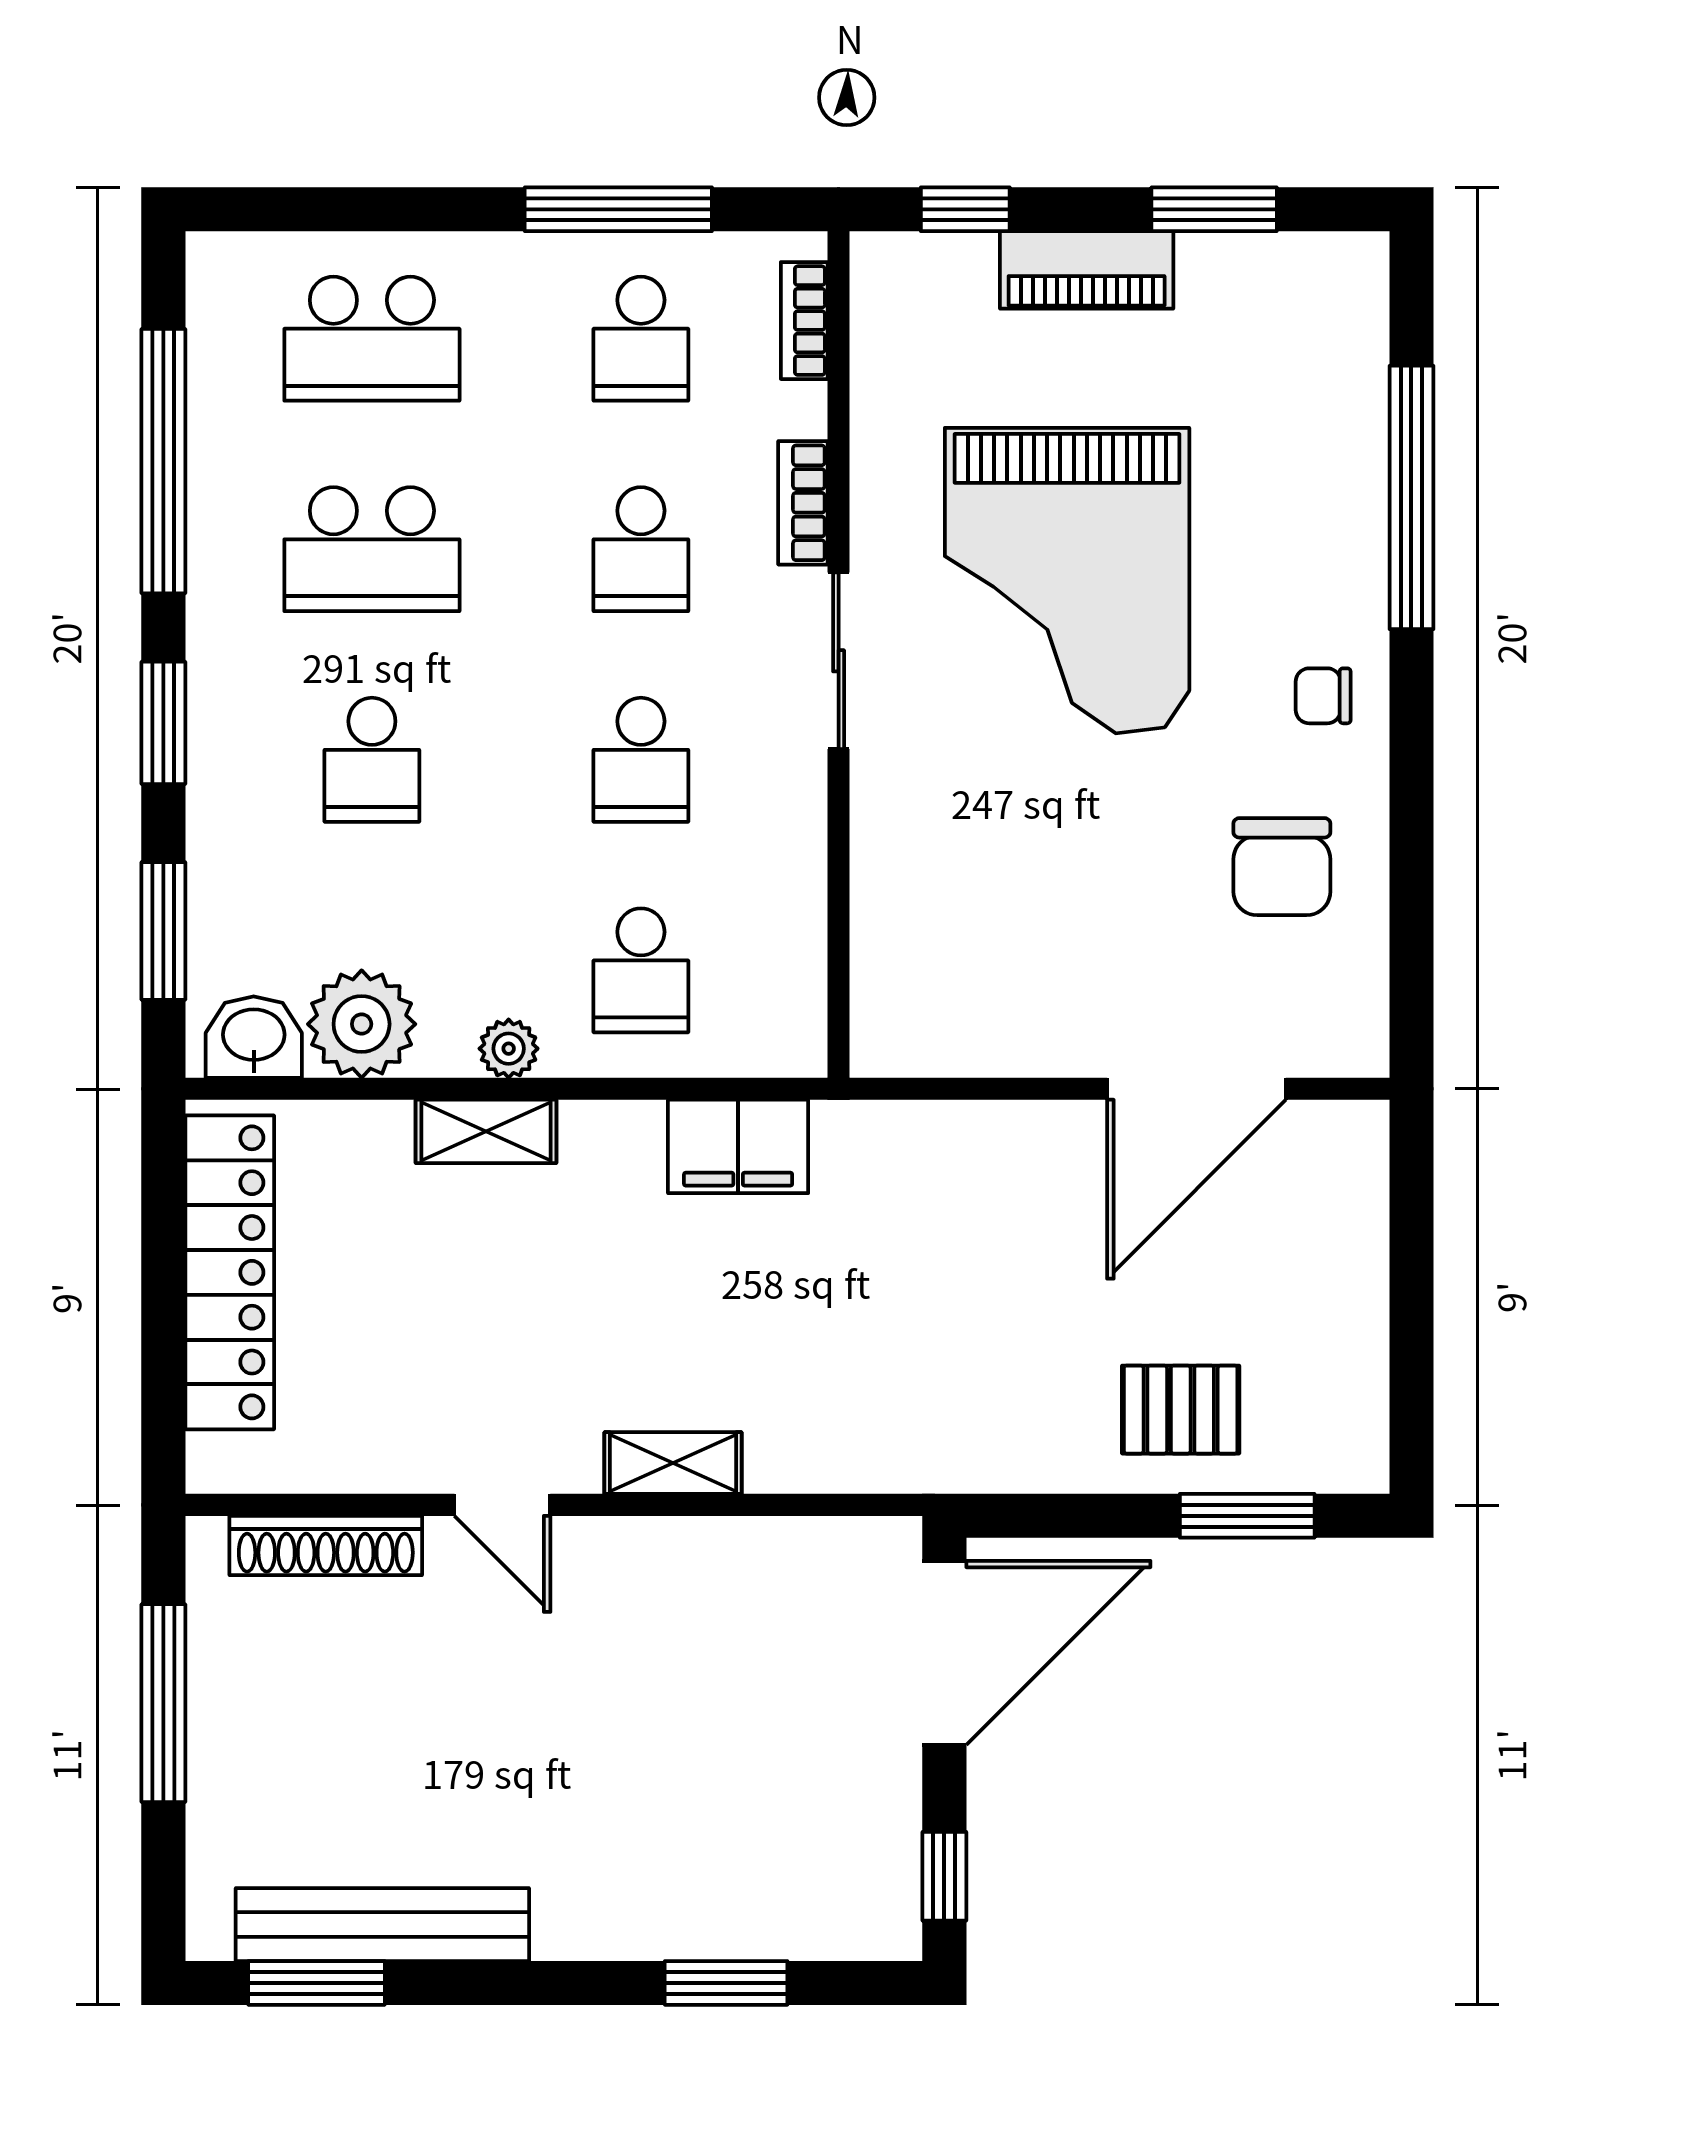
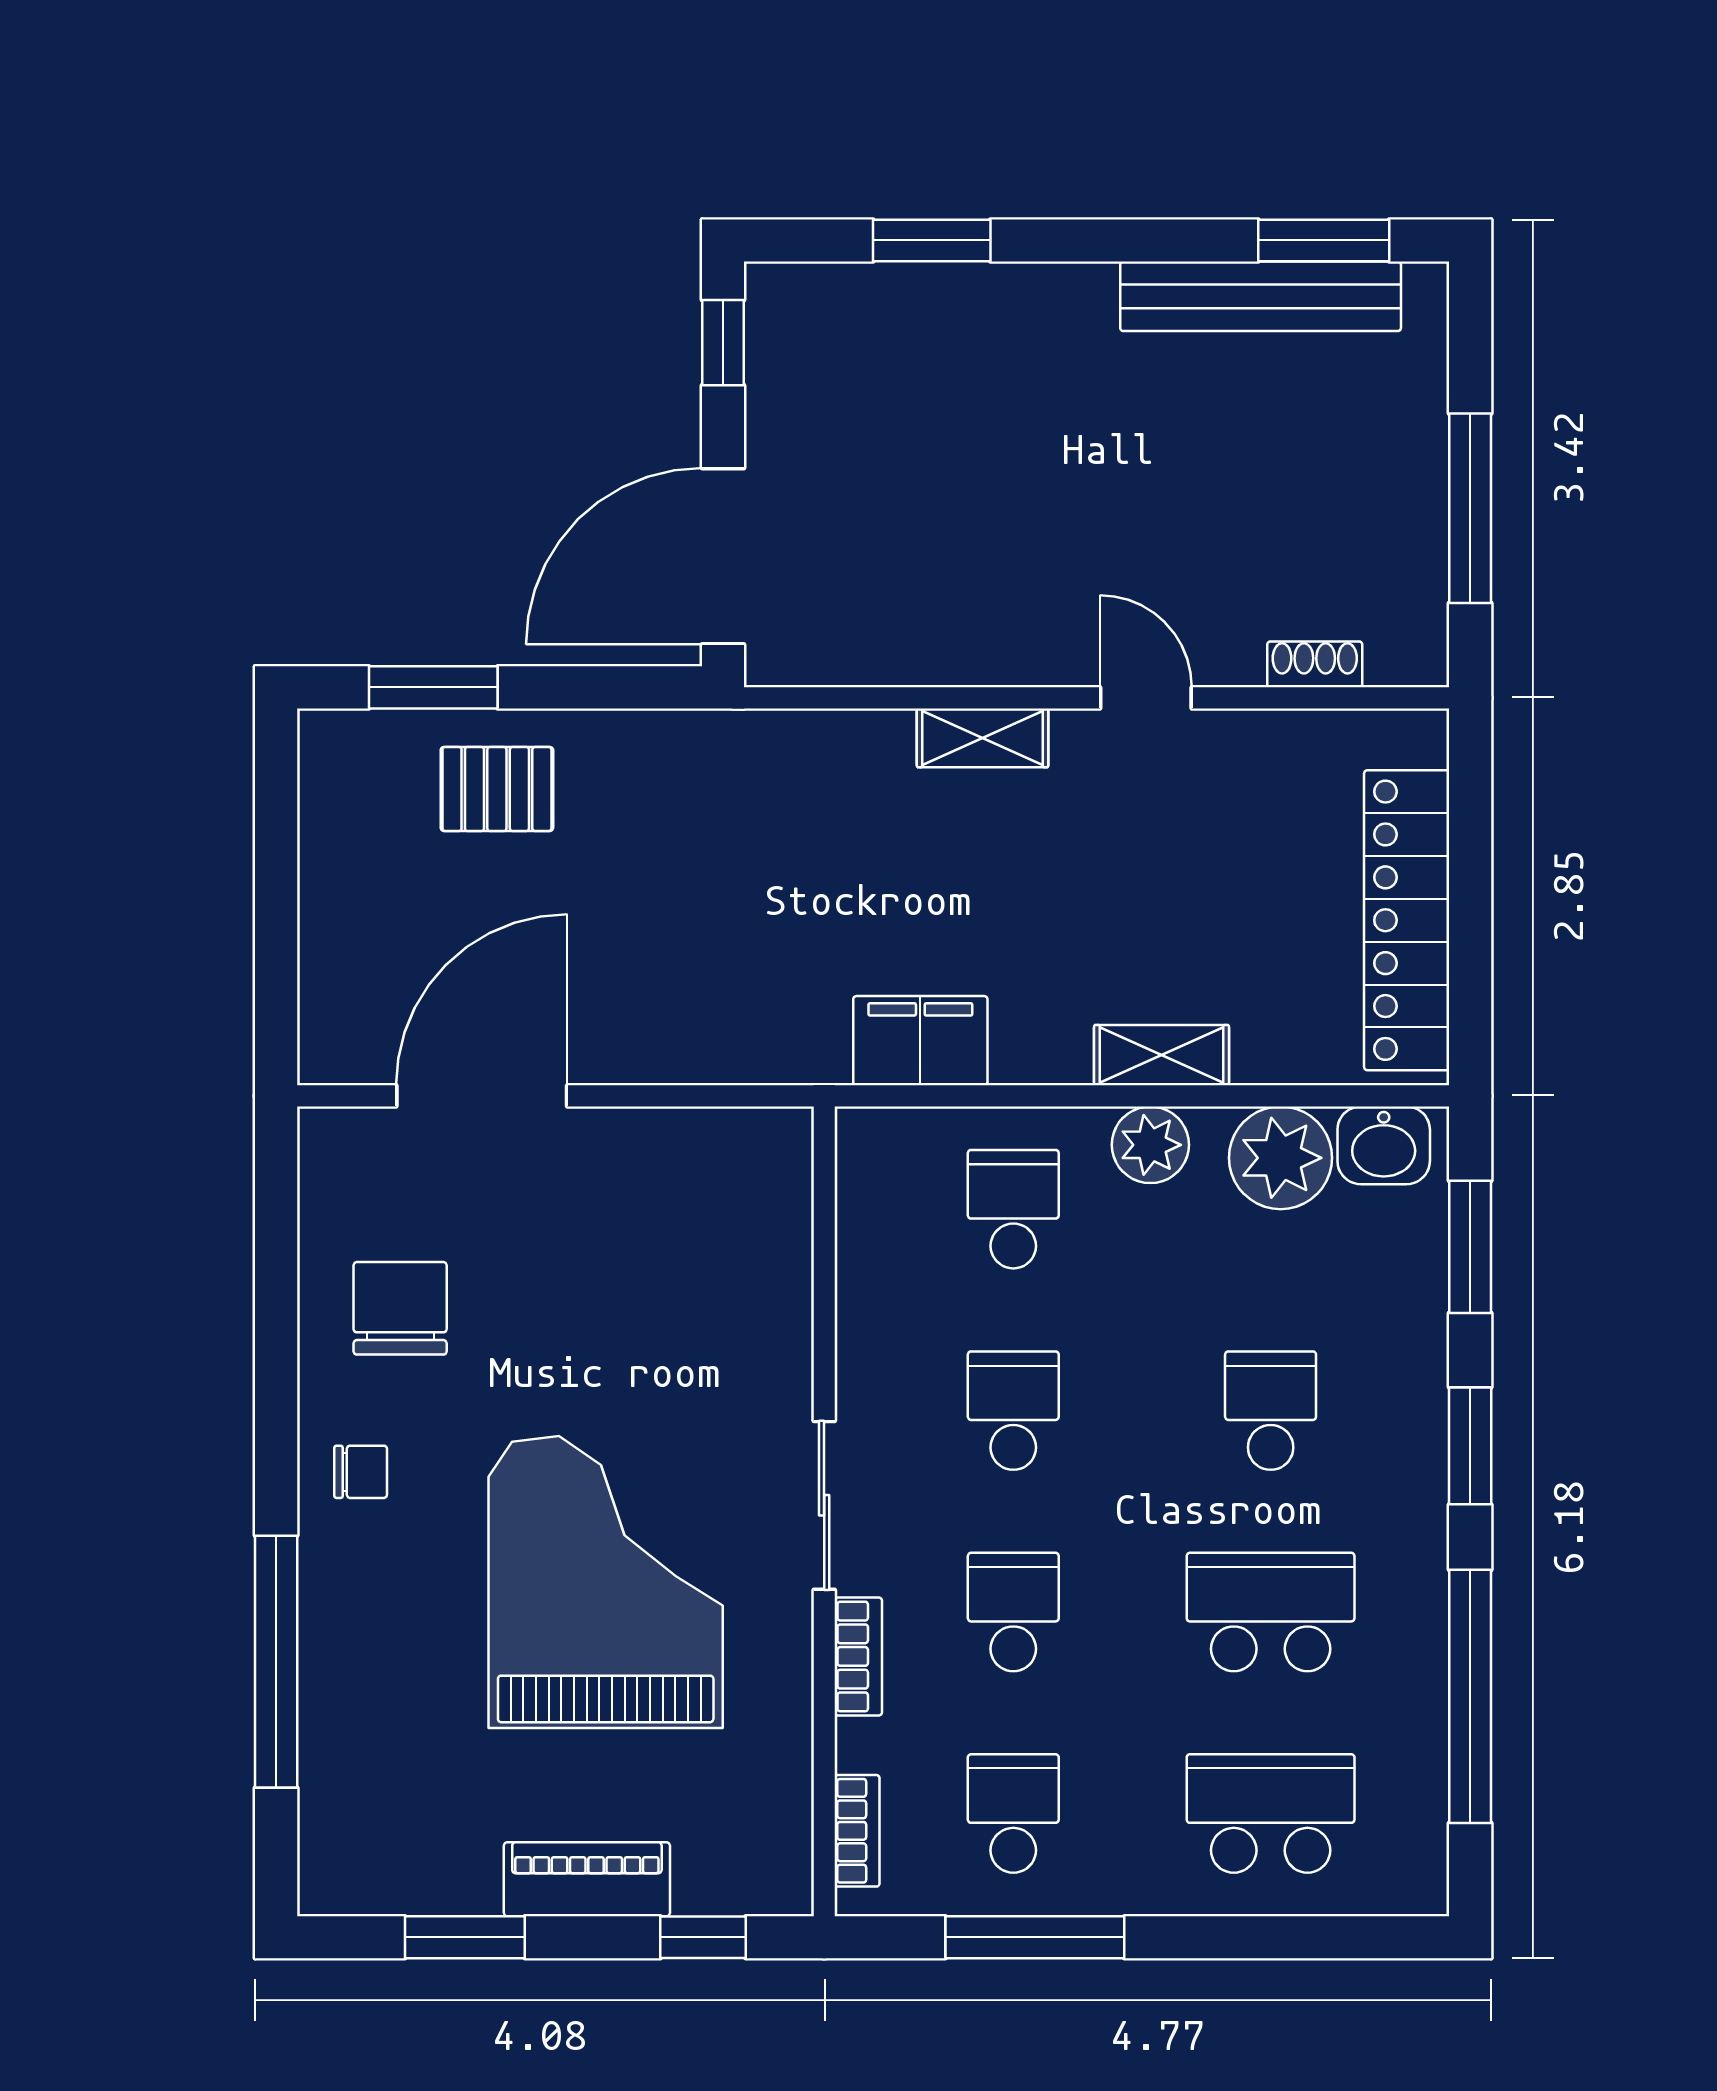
plant: (509, 1049) -> (1150, 1145), width x1.38, depth x1.38
shoe rack: (326, 1546) -> (1315, 664), width x0.51, depth x0.81

